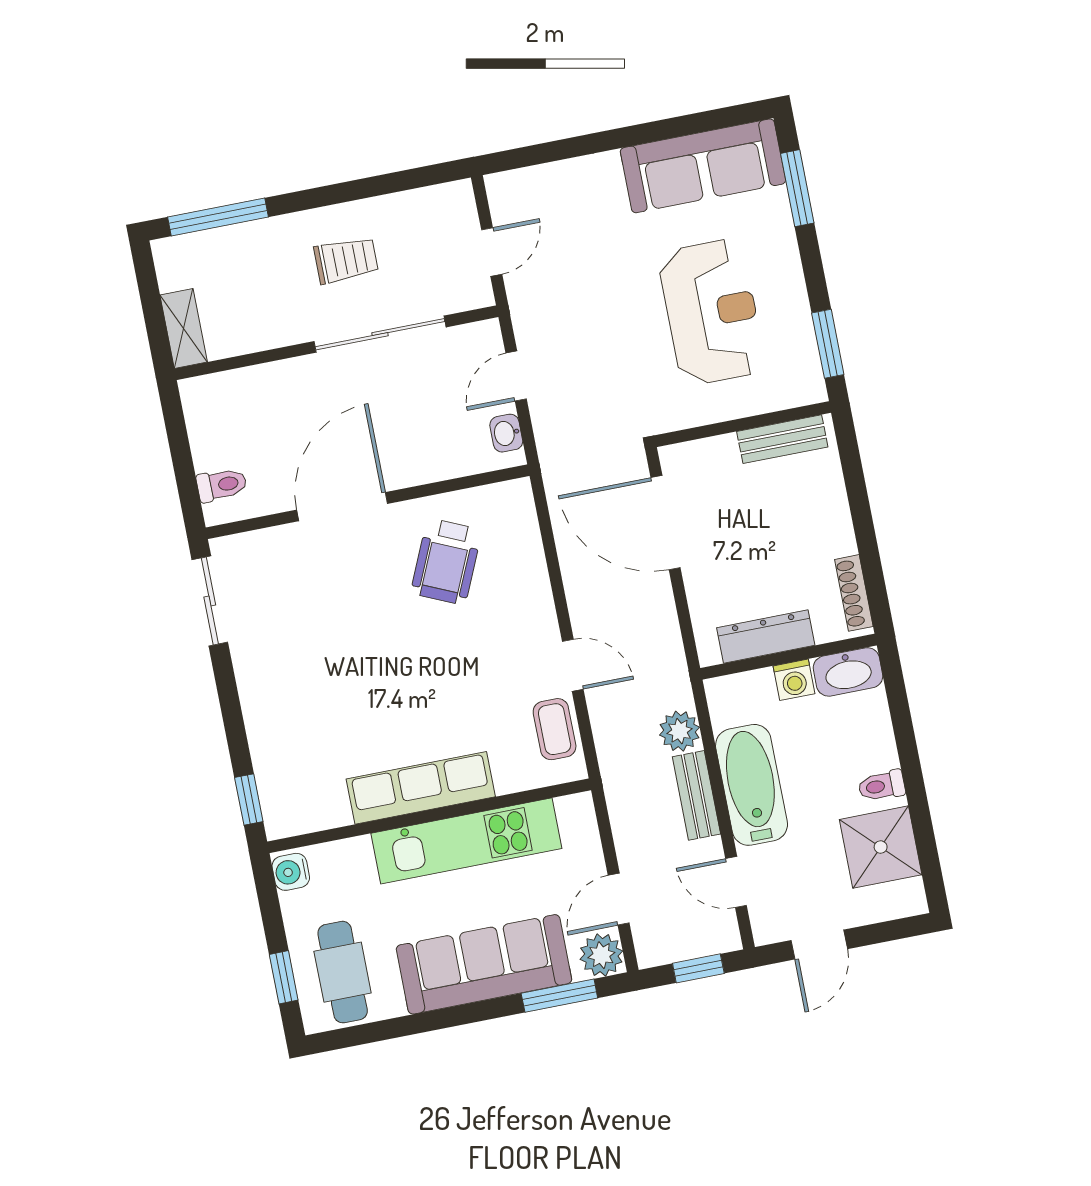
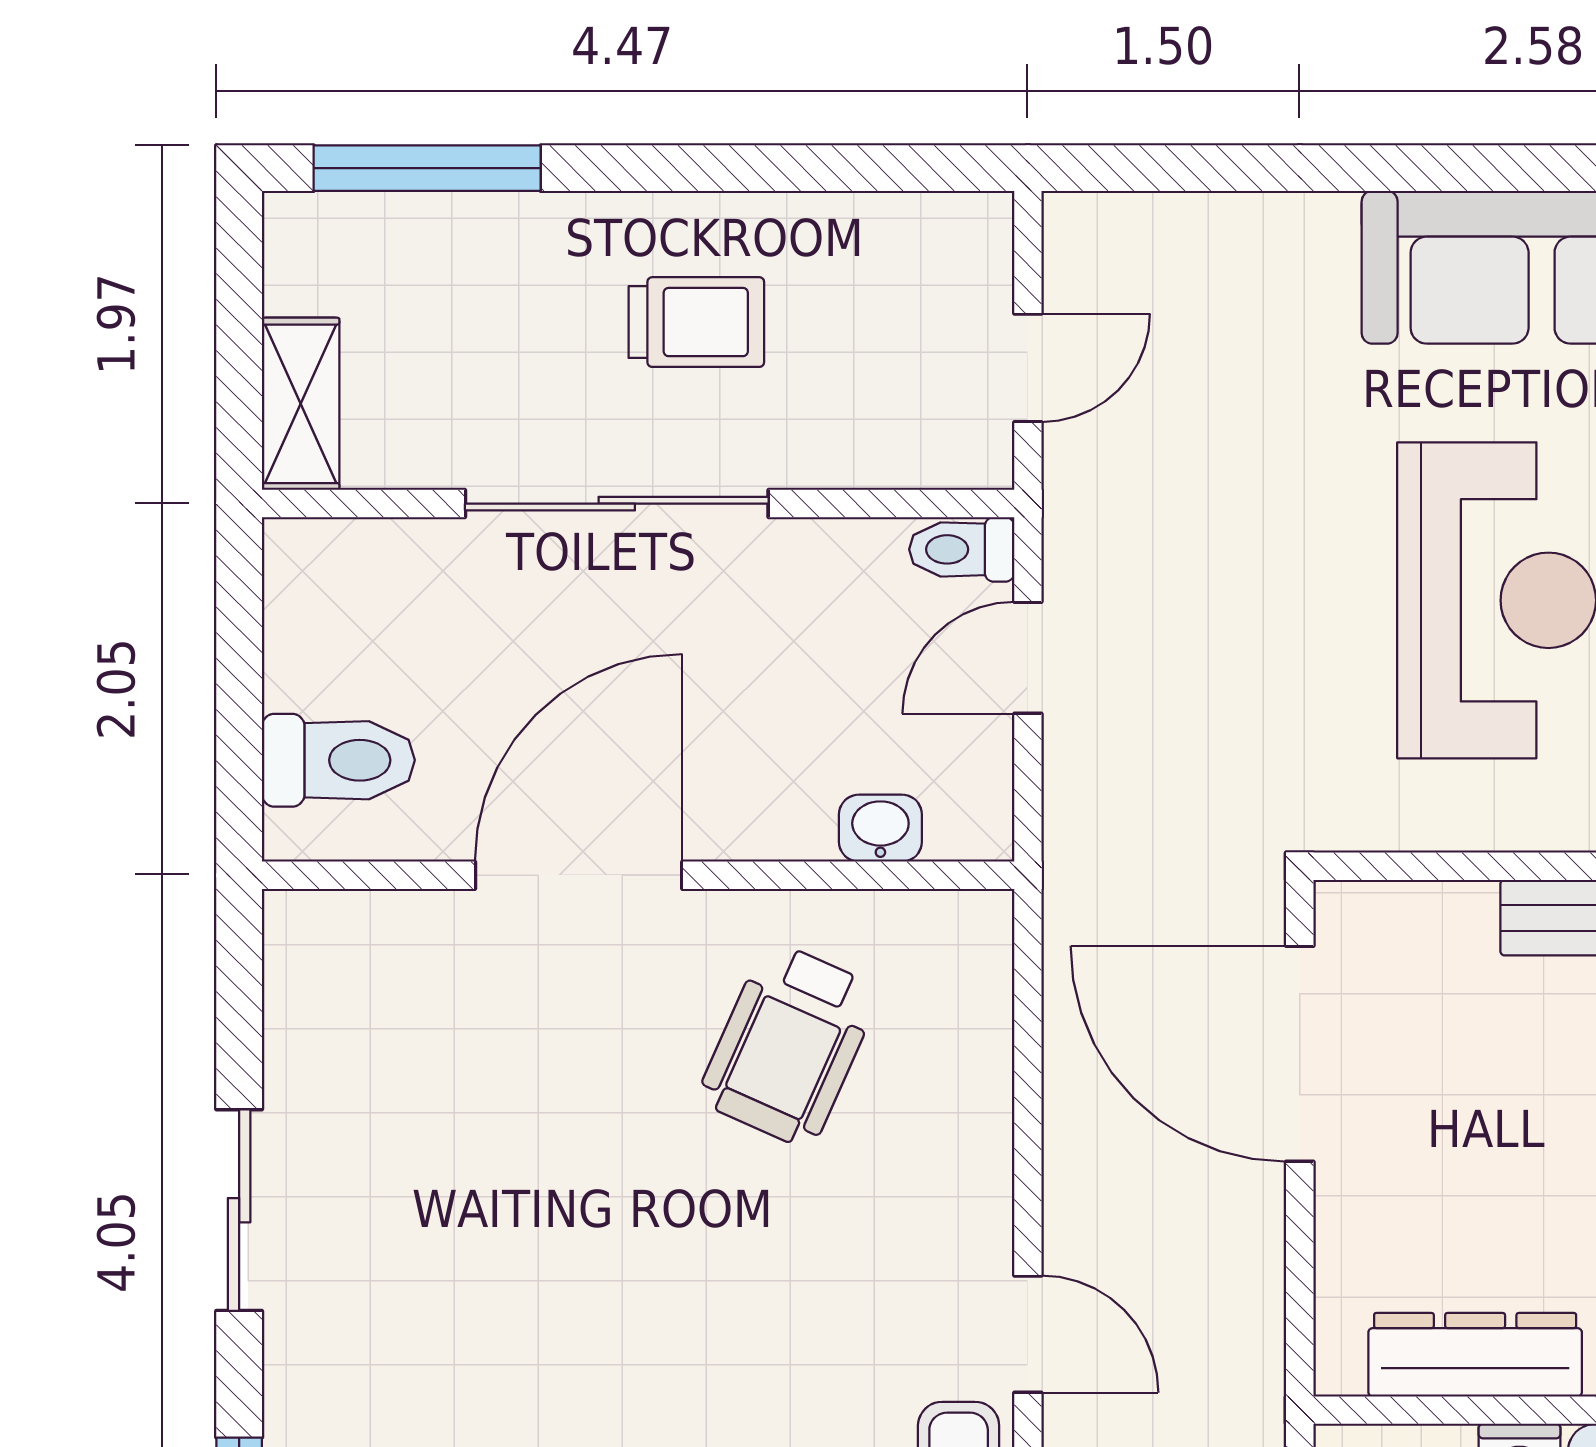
sliding door: (380, 334) -> (617, 504), moved
toilet: (479, 335) -> (962, 549), added
washbasin: (506, 433) -> (880, 828), moved, turned 90
toilet: (222, 485) -> (338, 760), width x1.37, depth x1.39
sliding door: (210, 601) -> (239, 1210), moved

